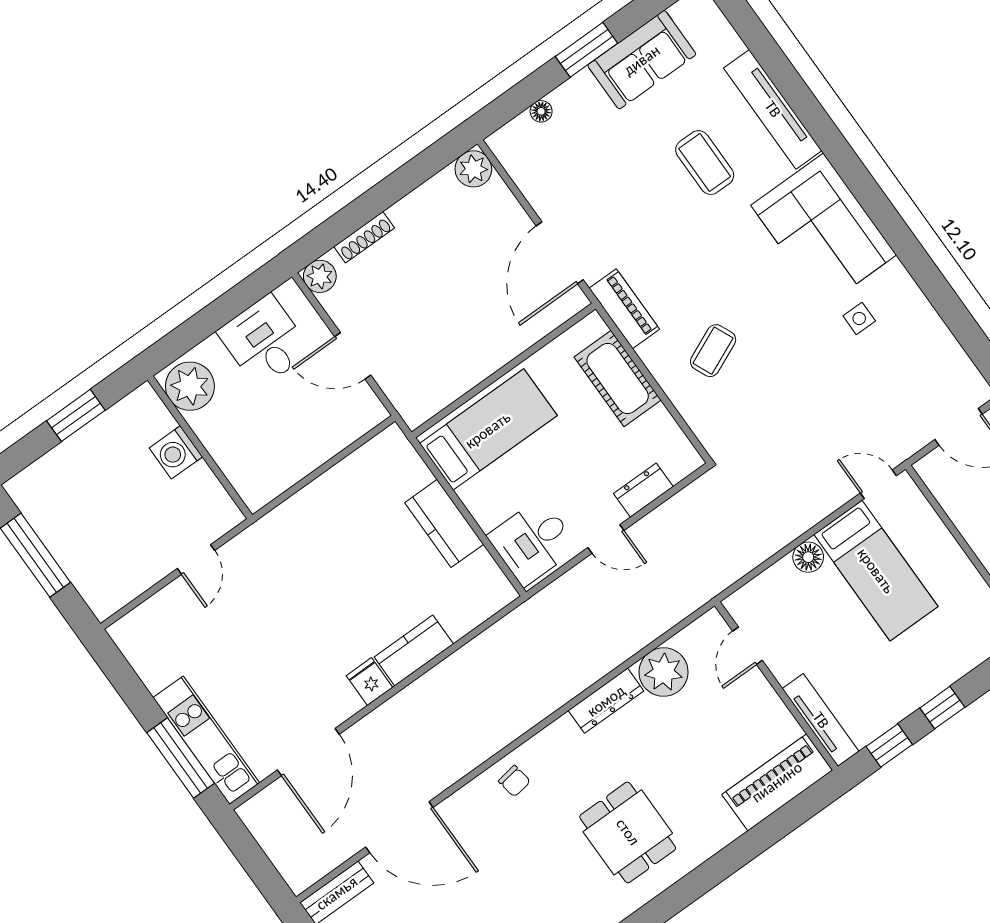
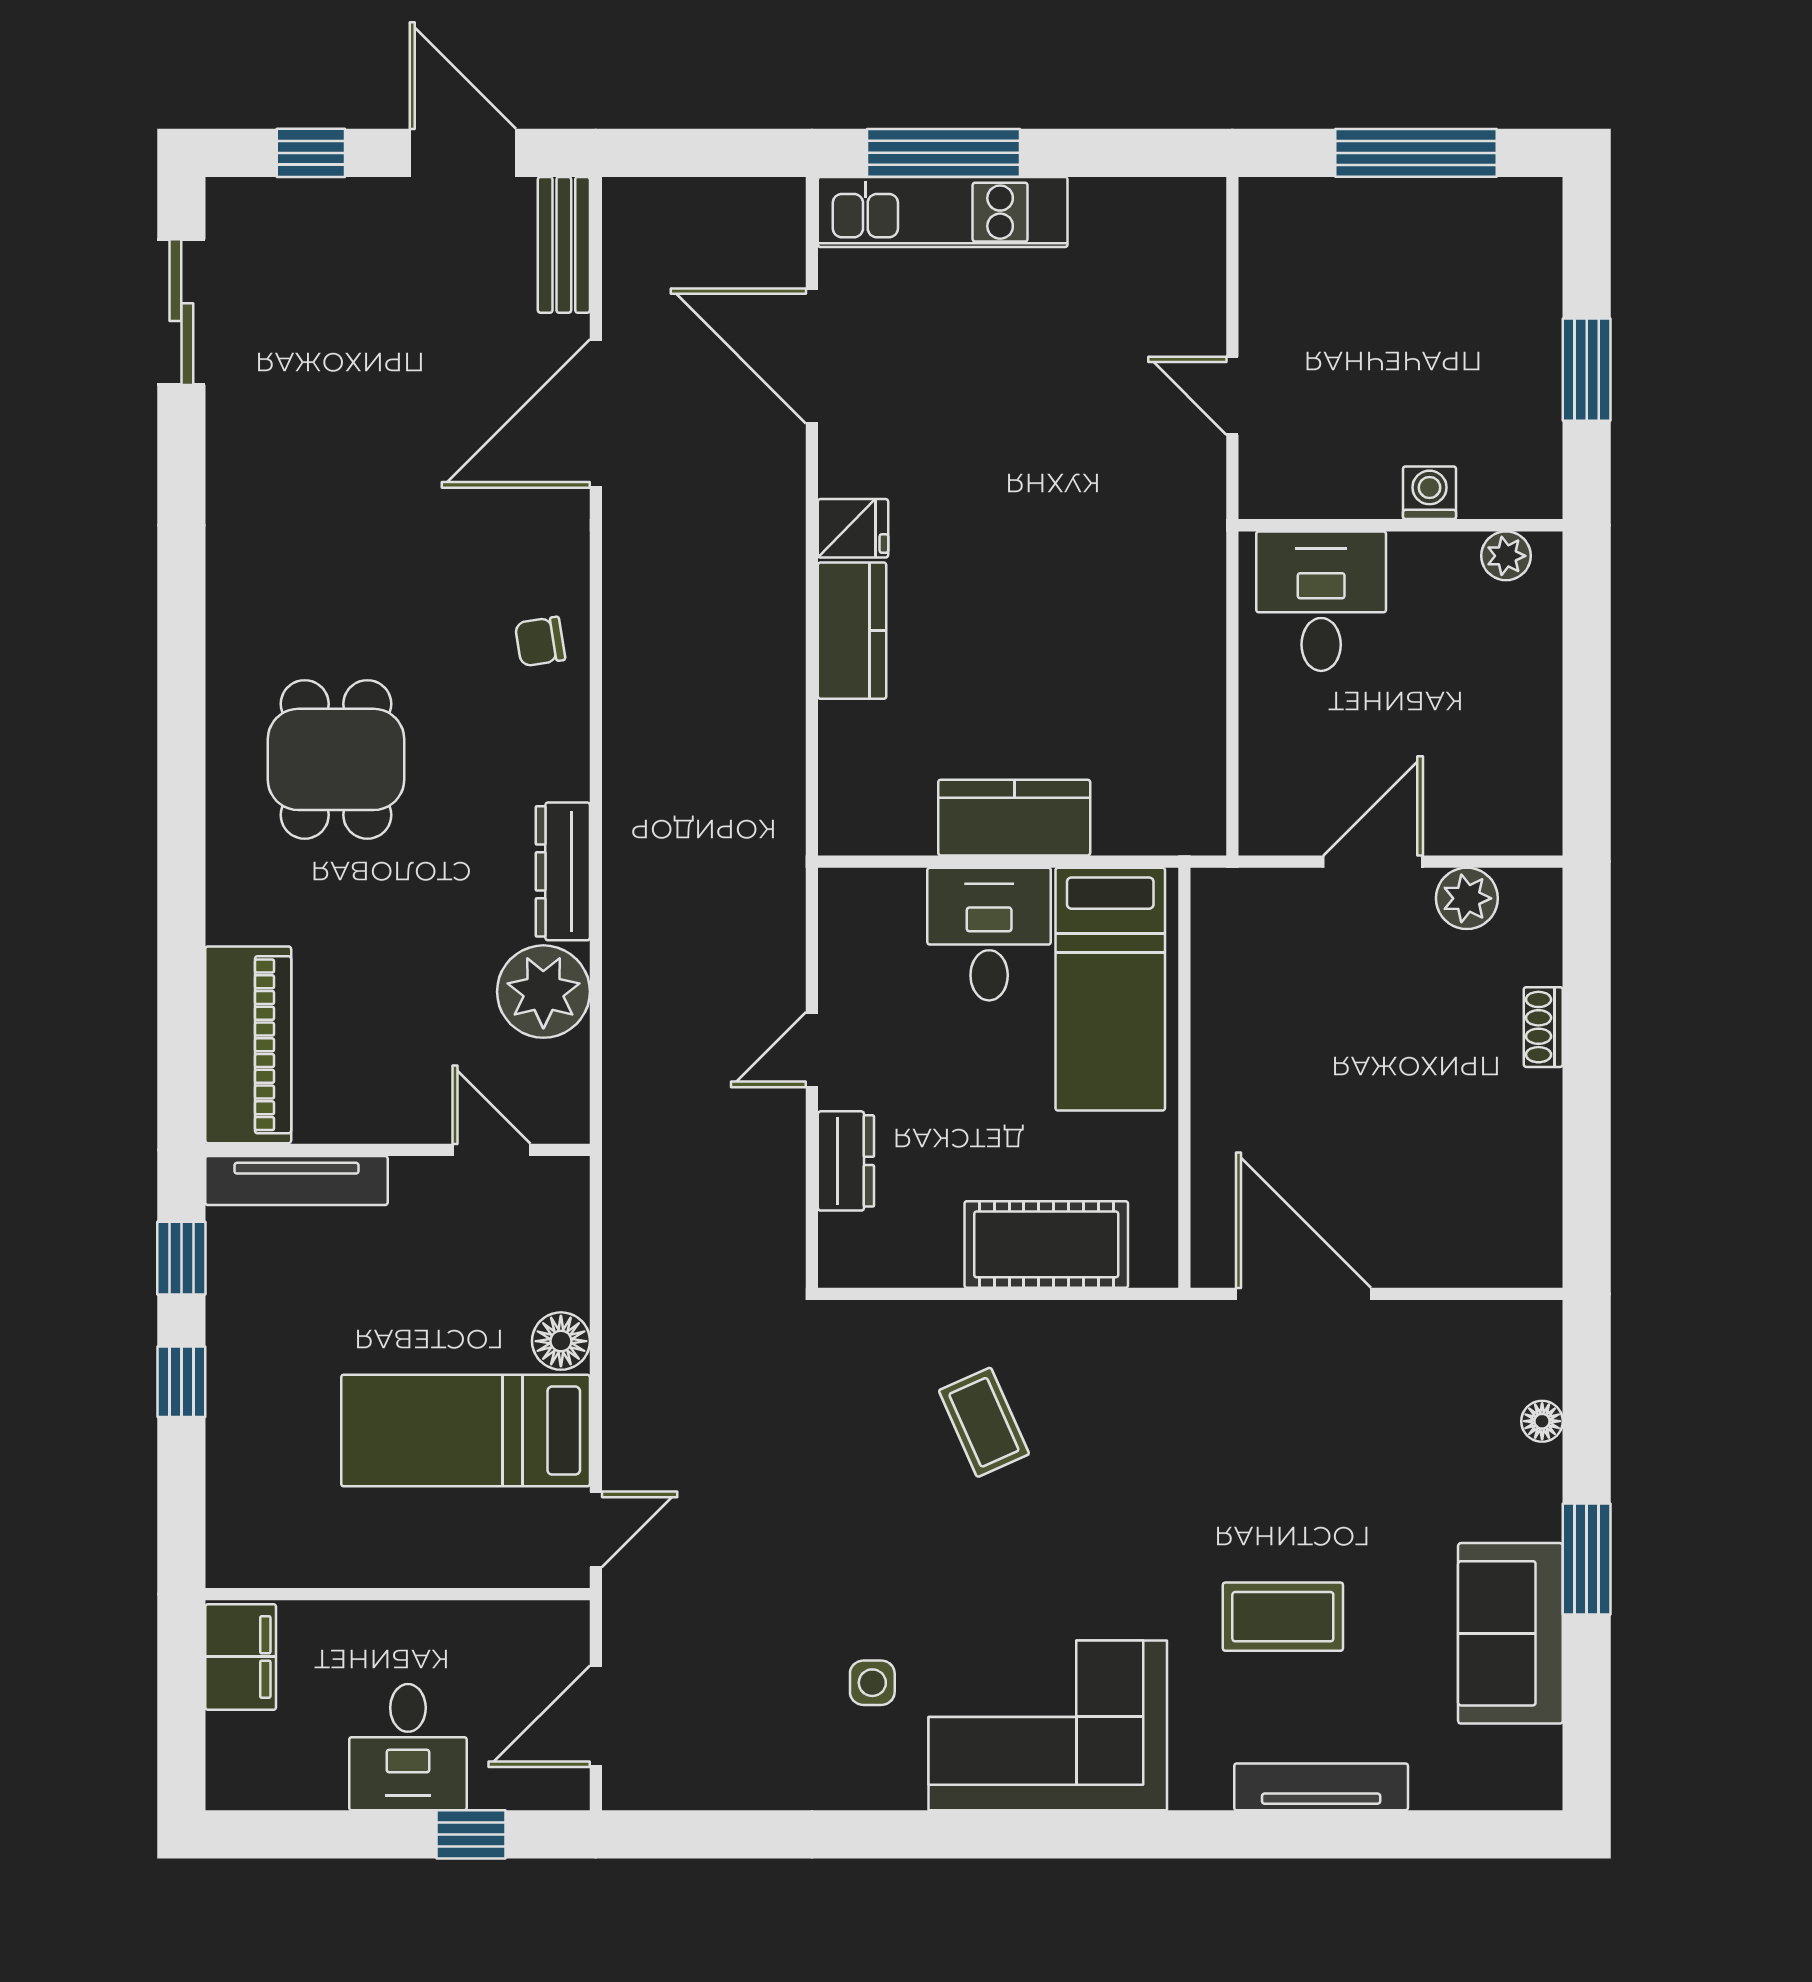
tv unit: (773, 109) -> (1321, 1787), width x0.73, depth x0.78
plant: (473, 169) -> (1528, 1253), removed
shoe rack: (364, 237) -> (1543, 1027), width x0.70
plant: (320, 276) -> (1467, 898), moved
piano: (624, 309) -> (1146, 1332), removed
desk: (264, 341) -> (1321, 601), moved, turned -90
plant: (190, 386) -> (1506, 556), width x0.53, depth x0.53
washing machine: (176, 452) -> (1429, 493), width x0.73, depth x0.73
desk: (533, 542) -> (989, 934), moved
dining table: (628, 832) -> (336, 759), turned 90

